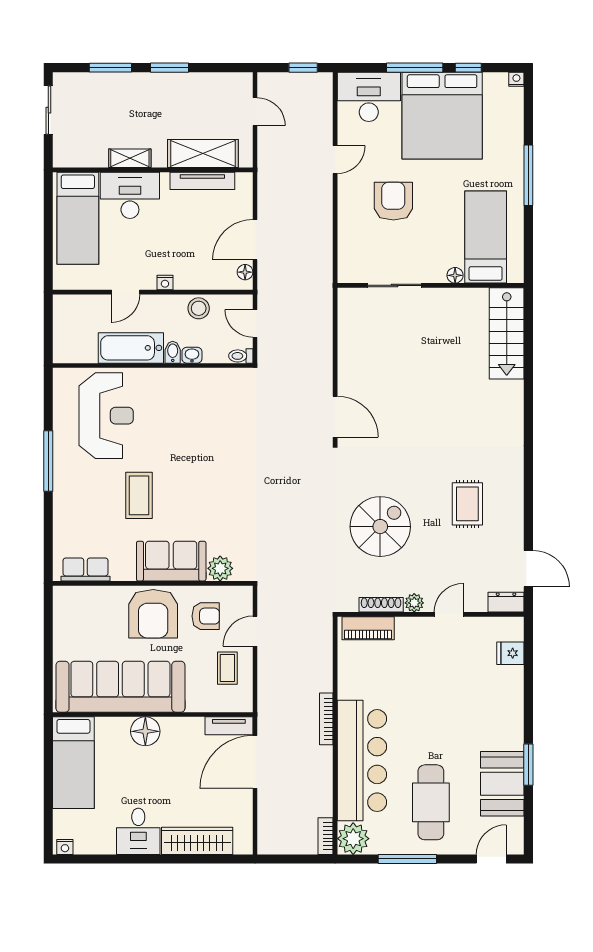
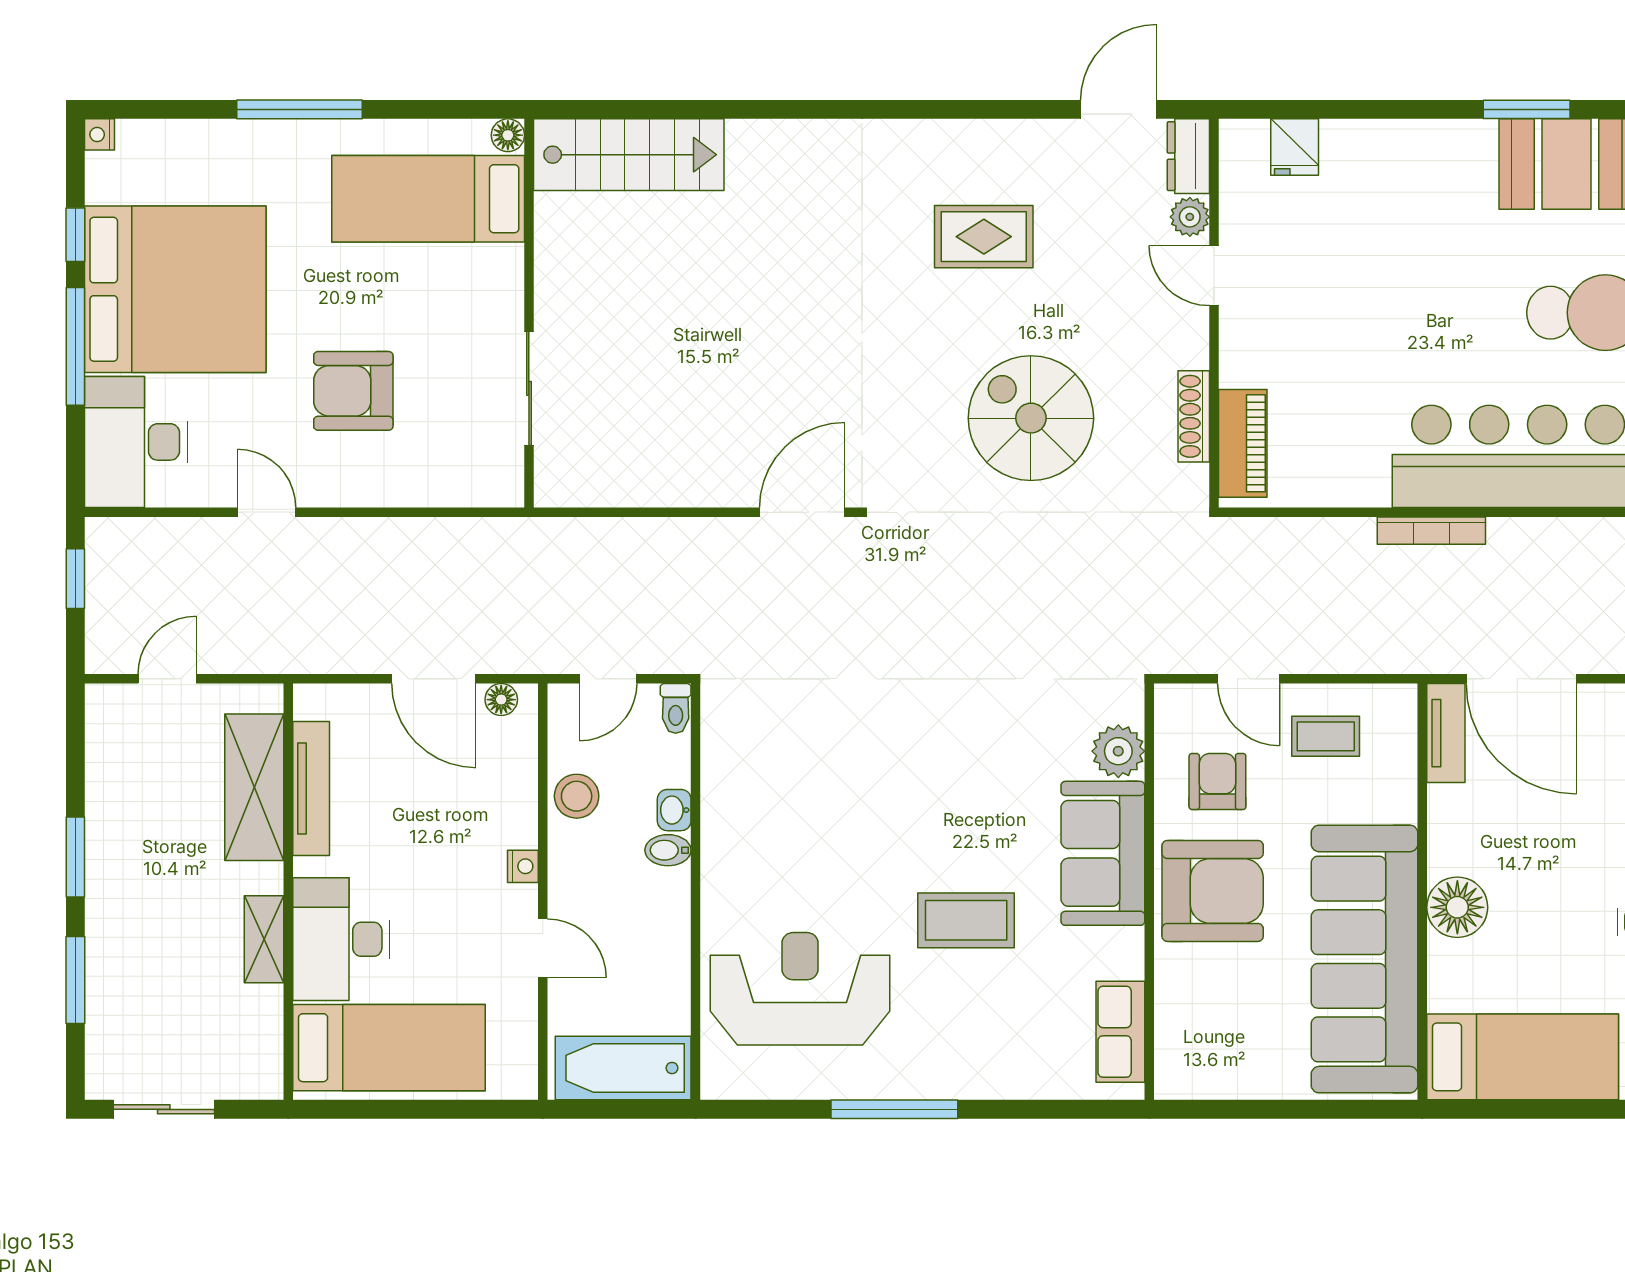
floor lamp: (455, 275) -> (508, 135), moved
bathtub: (131, 348) -> (623, 1068), moved, turned 90
plant: (414, 603) -> (1190, 217), moved

